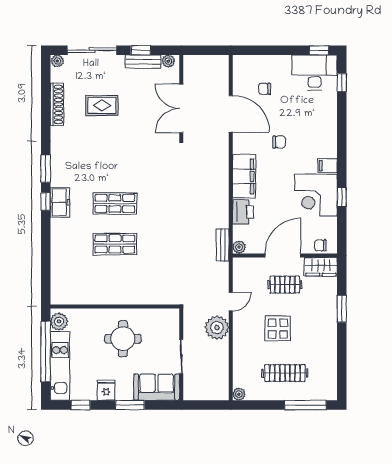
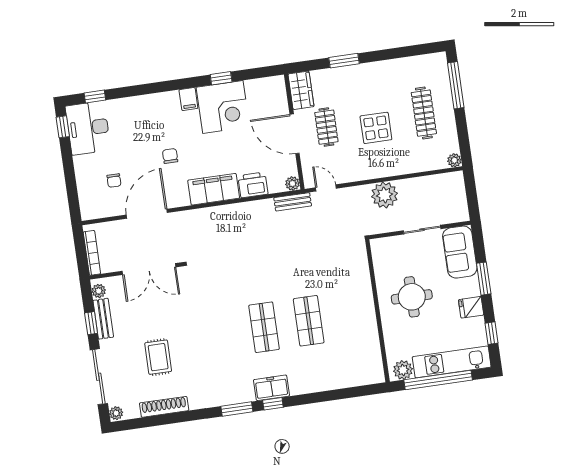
bookcase: (203, 60) -> (92, 253), added
chair: (320, 245) -> (278, 94), removed
door: (231, 302) -> (326, 188), moved

